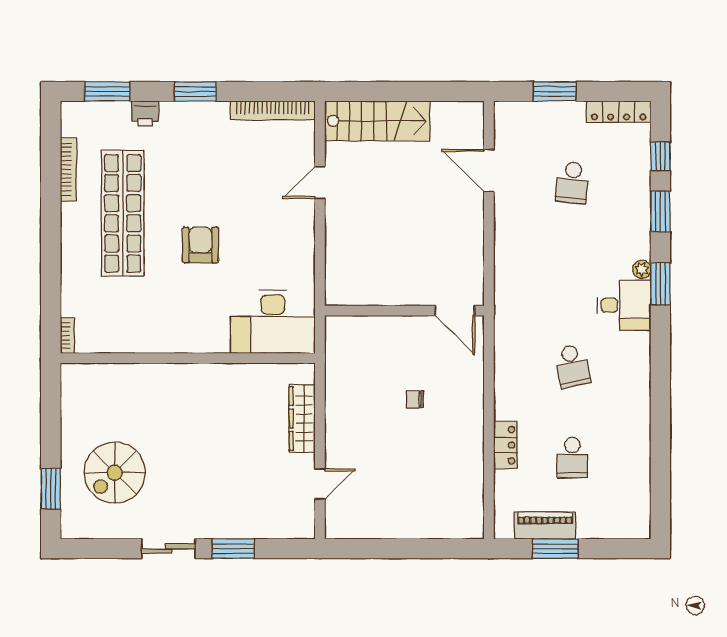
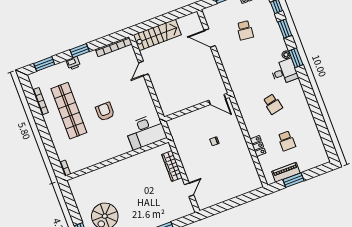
printer: (145, 113) -> (73, 63), moved

